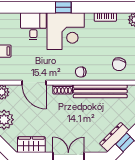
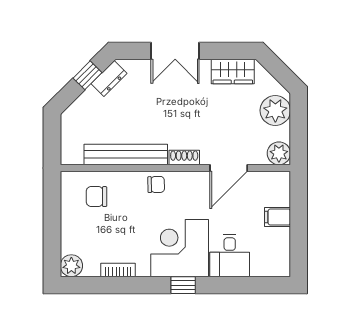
chair: (119, 64) -> (97, 197), turned -102
door: (34, 83) -> (229, 168), swing flipped
dresser: (114, 137) -> (109, 78), width x0.70

